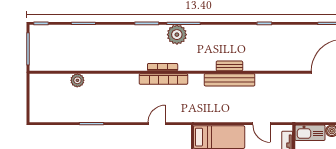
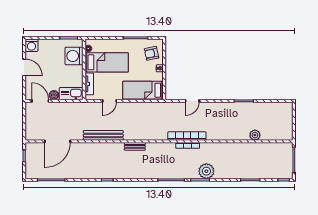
plant: (177, 35) -> (206, 171), moved
bench: (230, 80) -> (103, 135), moved
door: (262, 124) -> (109, 101), swing flipped

